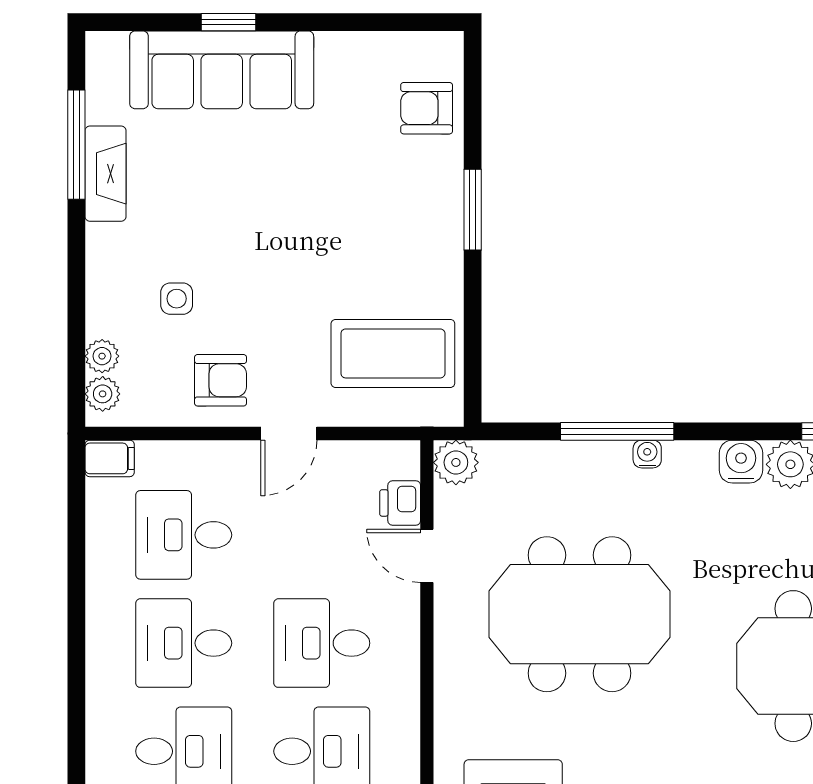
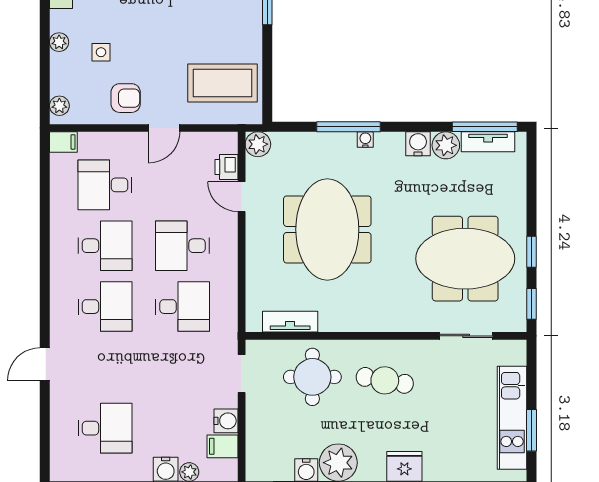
plant: (102, 356) -> (59, 42), moved
meeting table: (579, 614) -> (327, 229), turned 90
desk: (184, 643) -> (105, 246), turned 180

